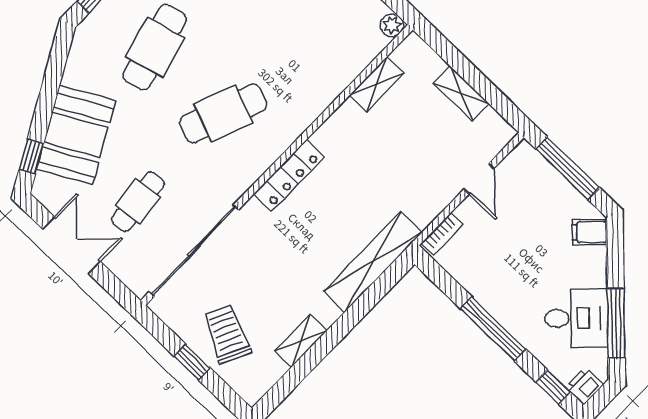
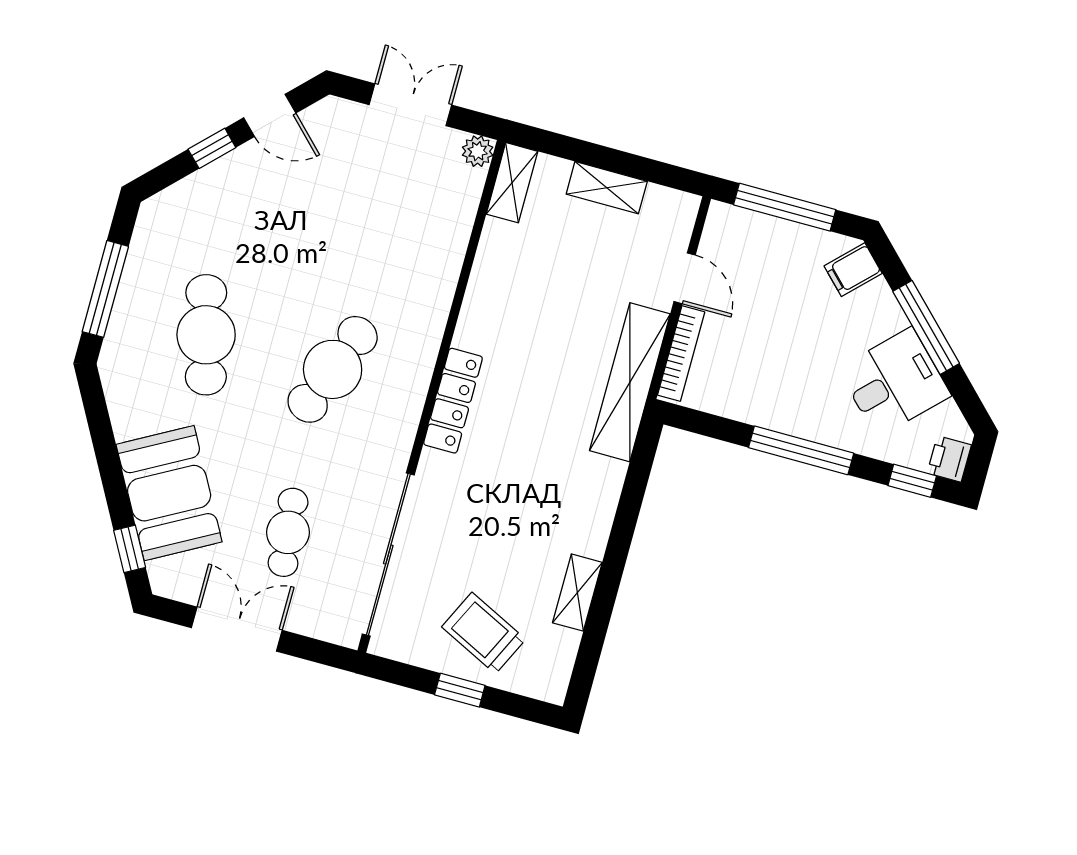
shelving: (377, 84) -> (512, 183), moved
bookcase: (442, 234) -> (681, 353), width x1.56
shelving: (373, 262) -> (630, 382), moved
window: (616, 323) -> (926, 327), moved

